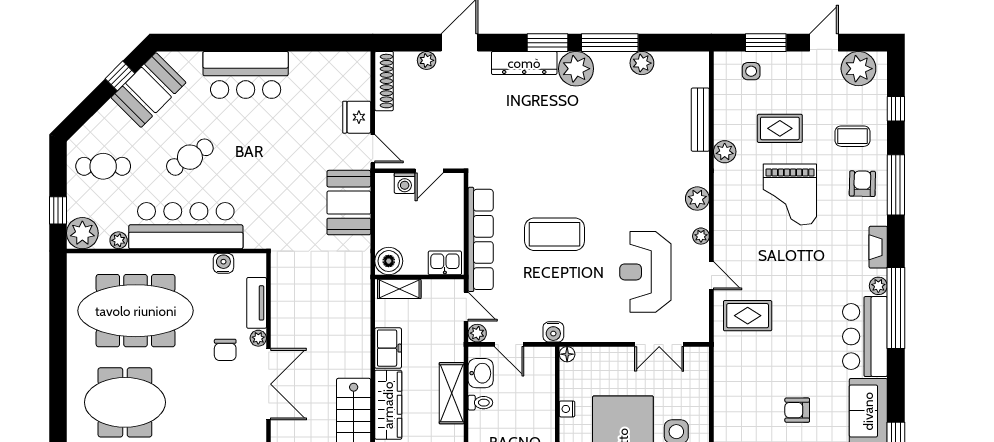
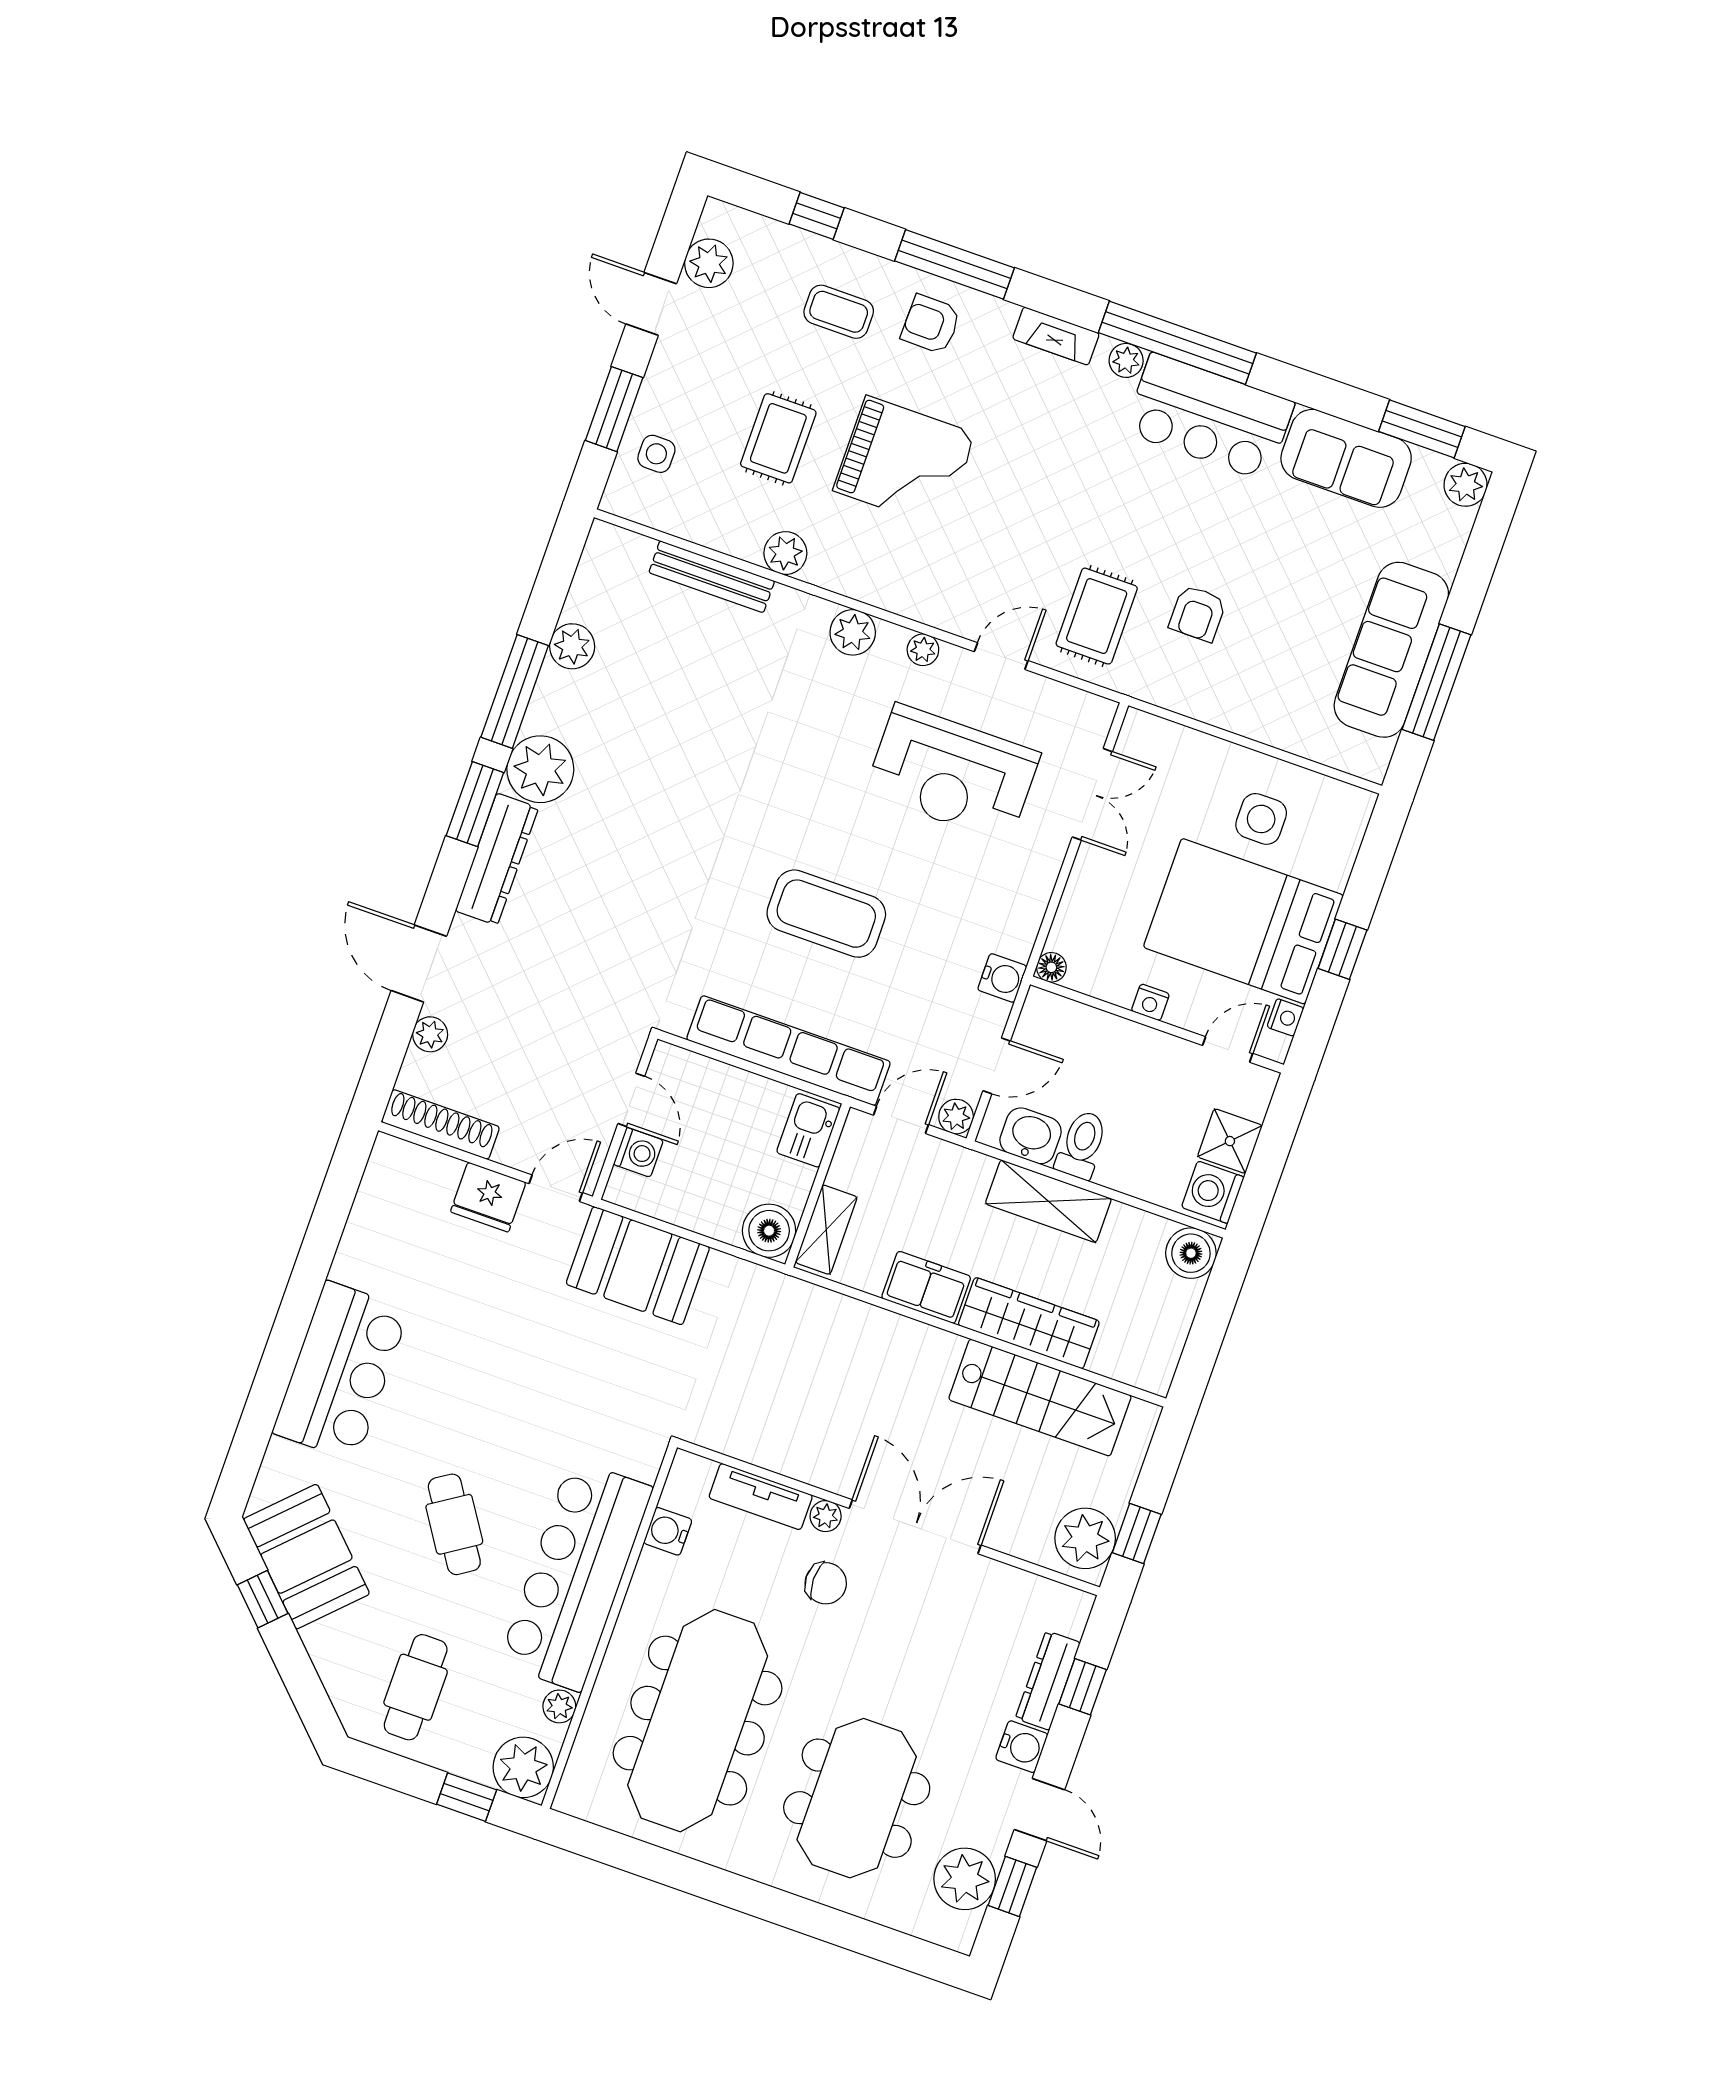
plant: (858, 69) -> (709, 263), width x0.73, depth x0.73
coffee table: (853, 136) -> (839, 312), turned 90
coffee table: (555, 234) -> (826, 914), turned 90
toilet: (480, 403) -> (1082, 1145), width x1.37, depth x1.39
armchair: (797, 410) -> (1198, 613), moved

